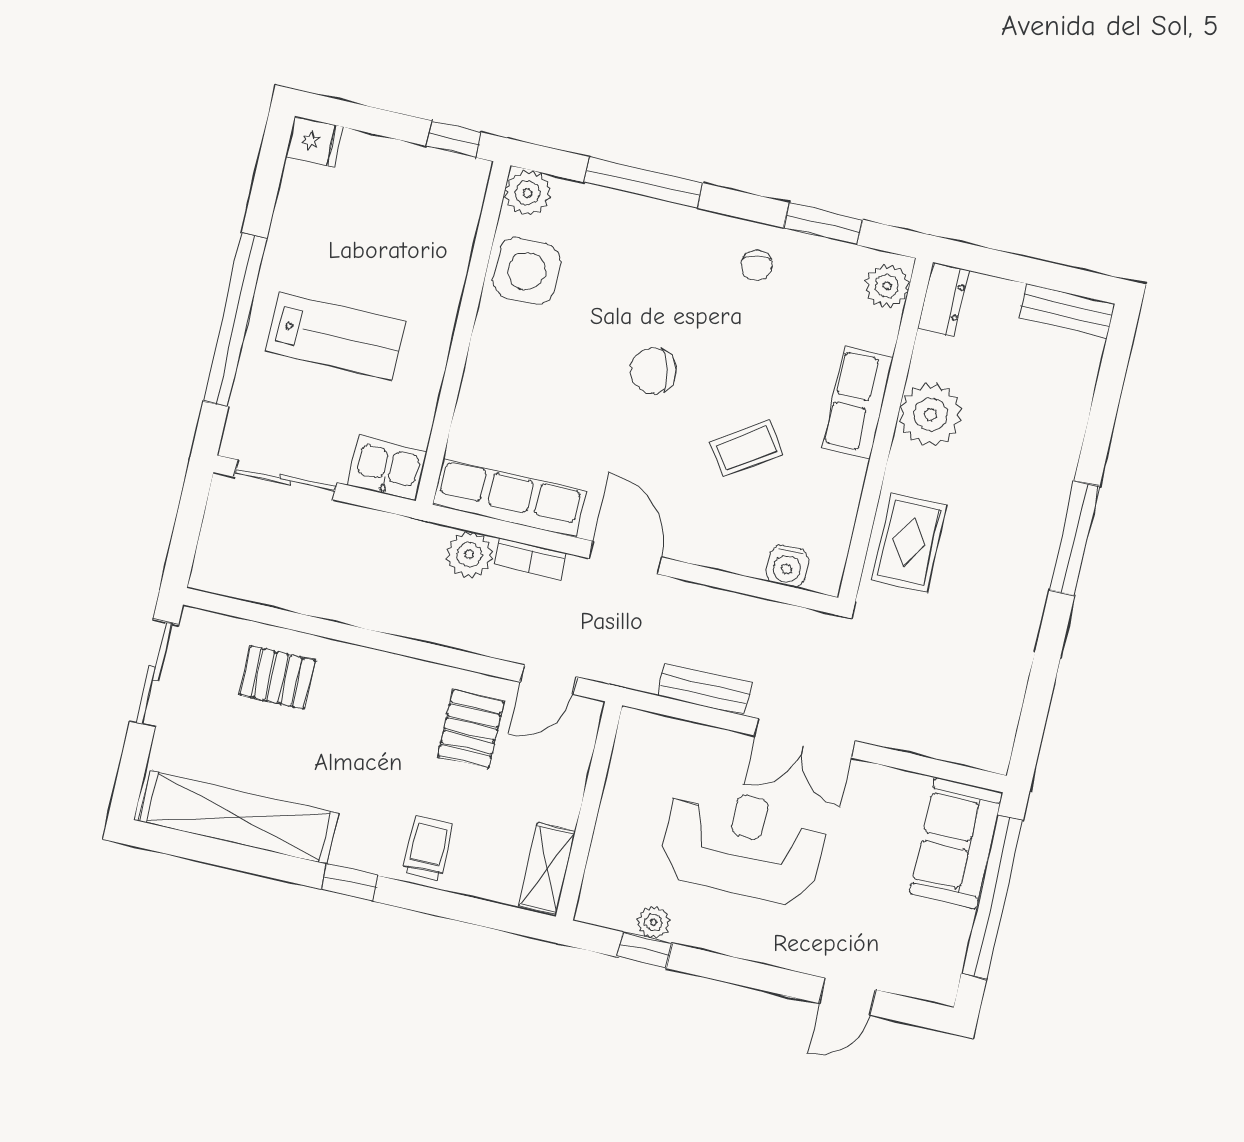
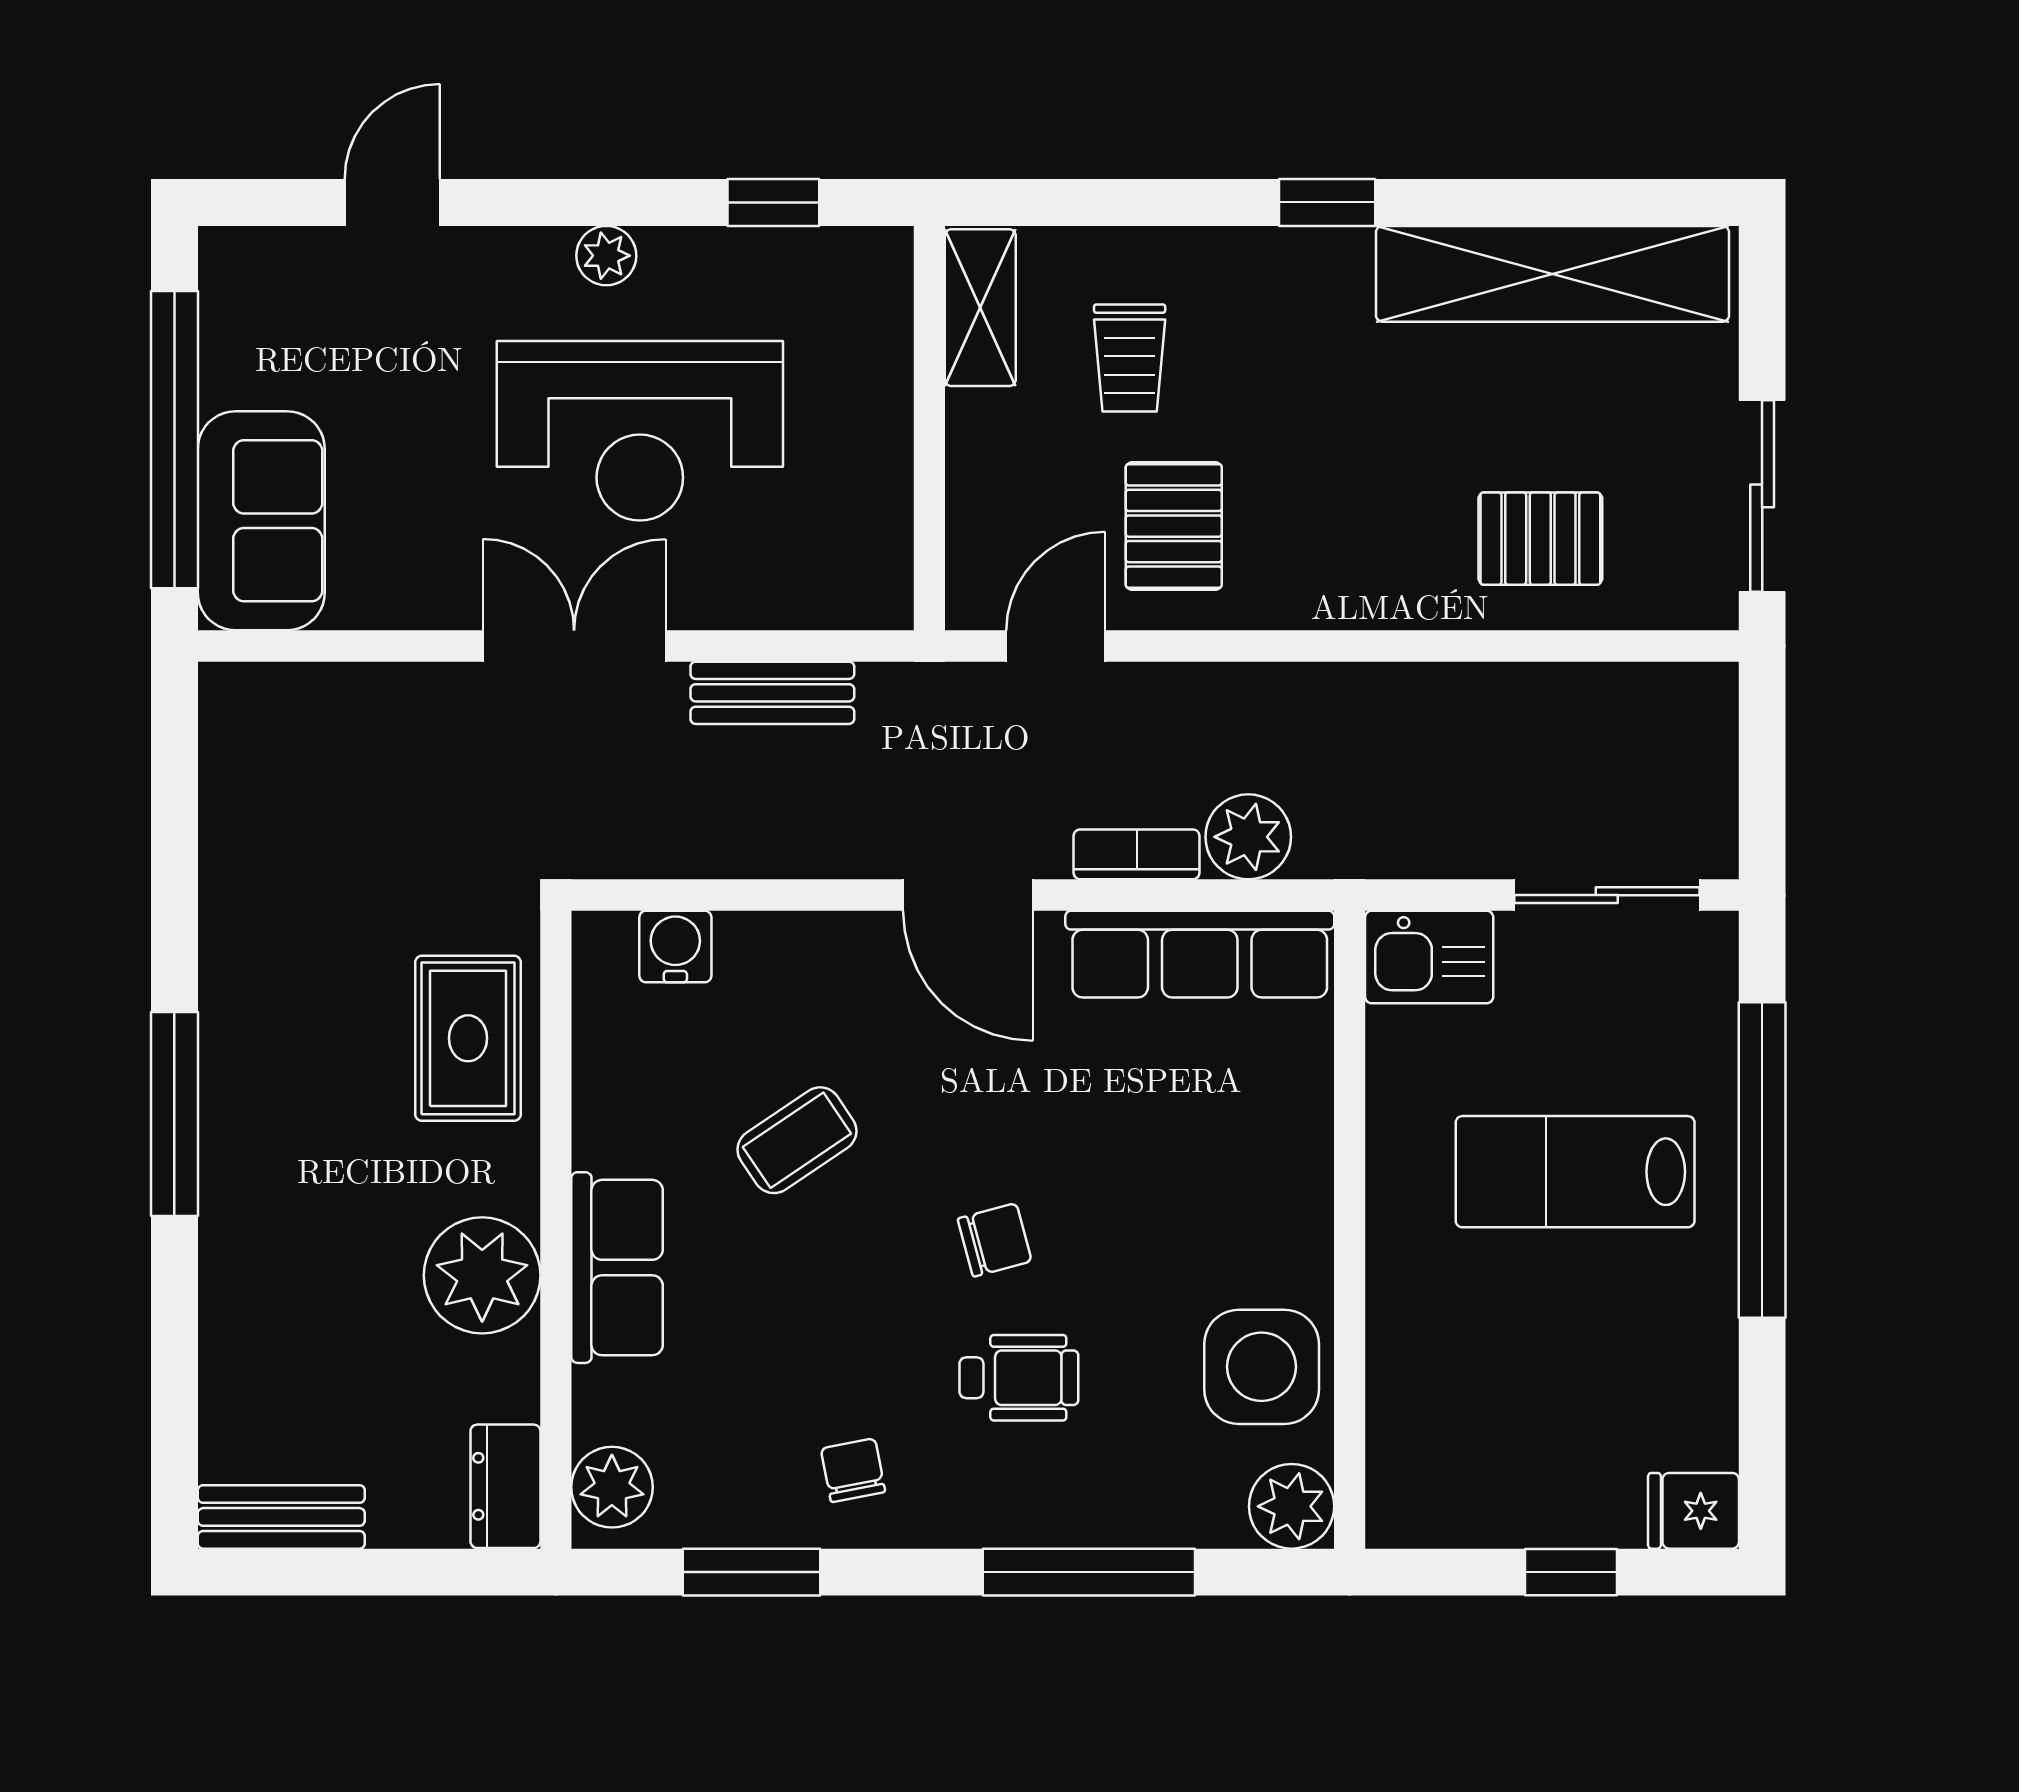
window: (454, 139) -> (1571, 1572), moved
wheelchair: (657, 295) -> (1019, 1378), added
chair: (653, 371) -> (995, 1240), width x0.73, depth x0.73
trolley: (427, 848) -> (1130, 358), moved
plant: (653, 922) -> (606, 256), moved

